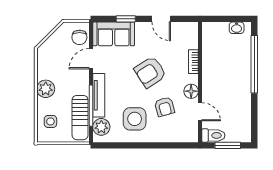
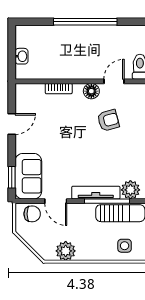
window: (126, 19) -> (12, 177), moved
washbasin: (237, 28) -> (22, 56), moved
window: (254, 64) -> (85, 22), moved
armchair: (150, 72) -> (70, 136), removed
plant: (46, 89) -> (66, 251), moved
side table: (135, 119) -> (122, 153), removed

